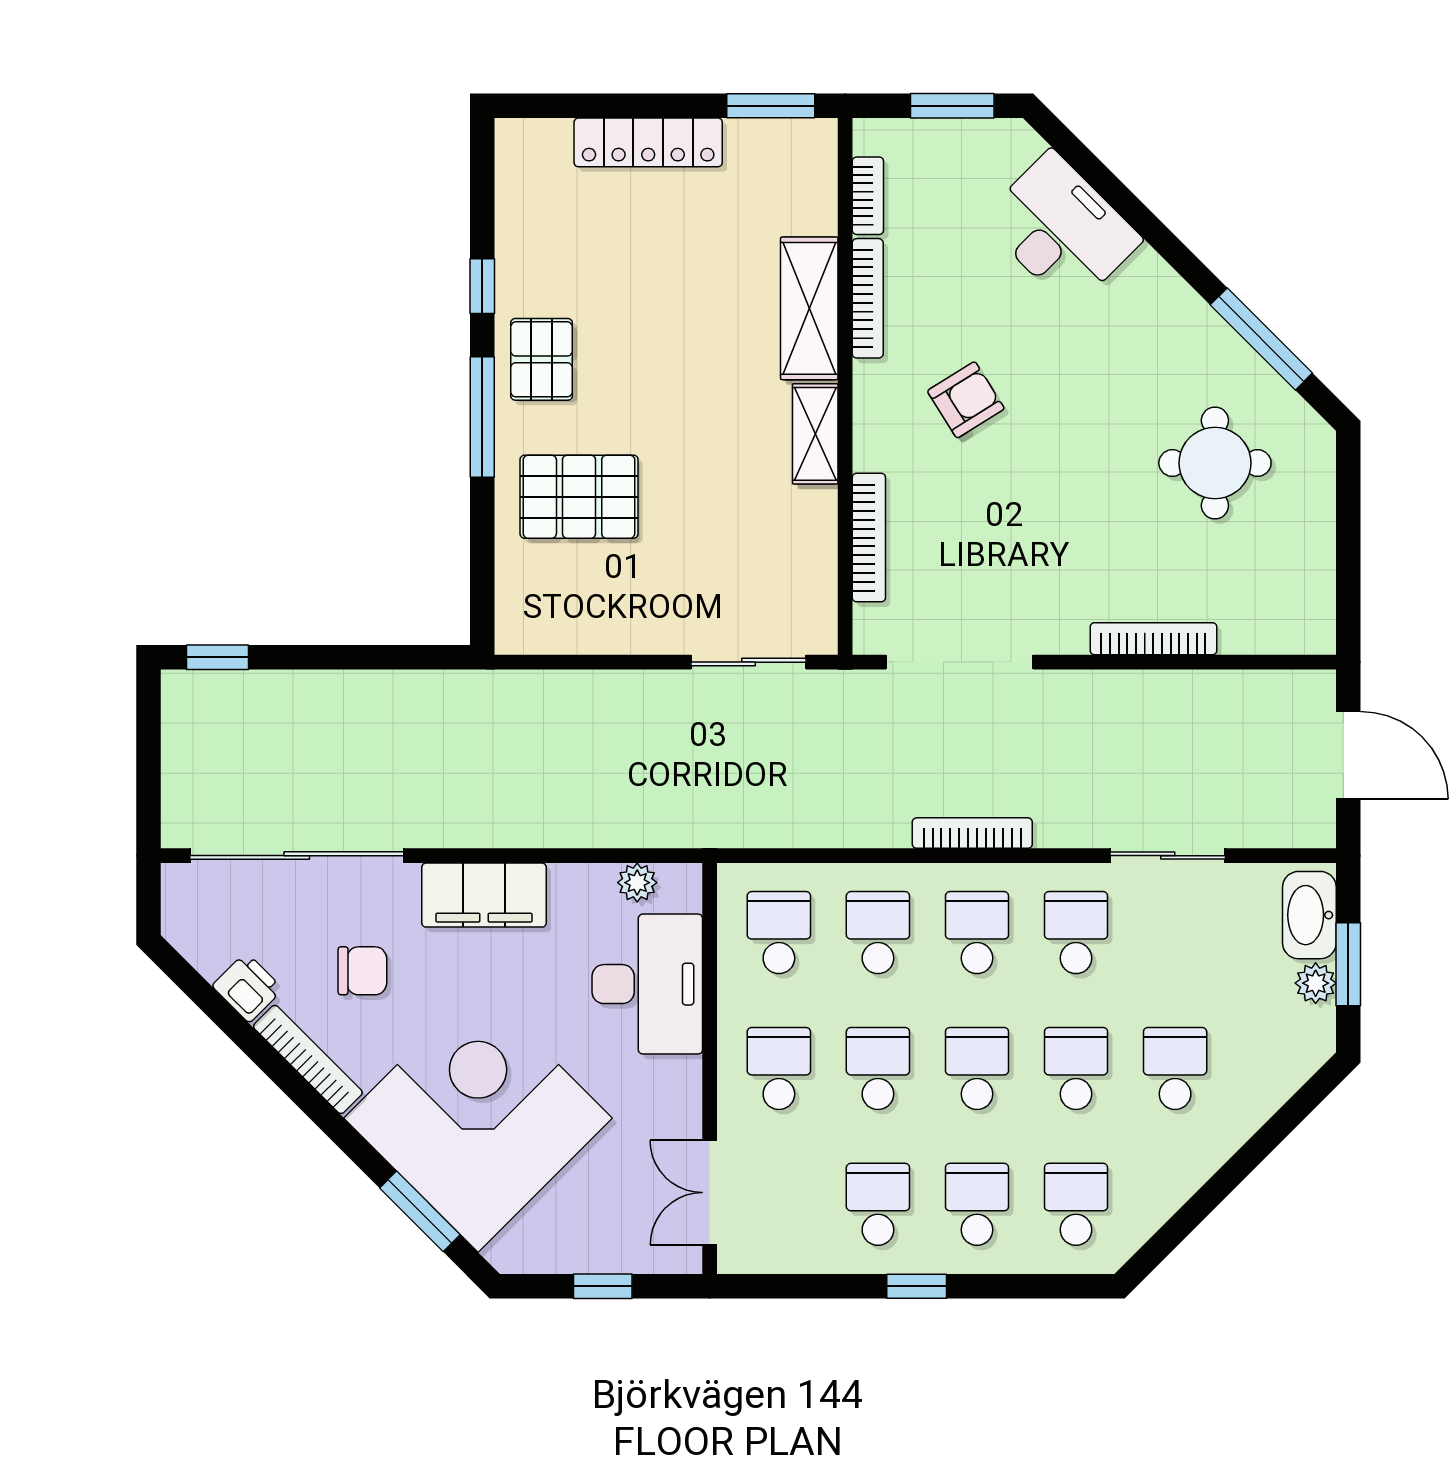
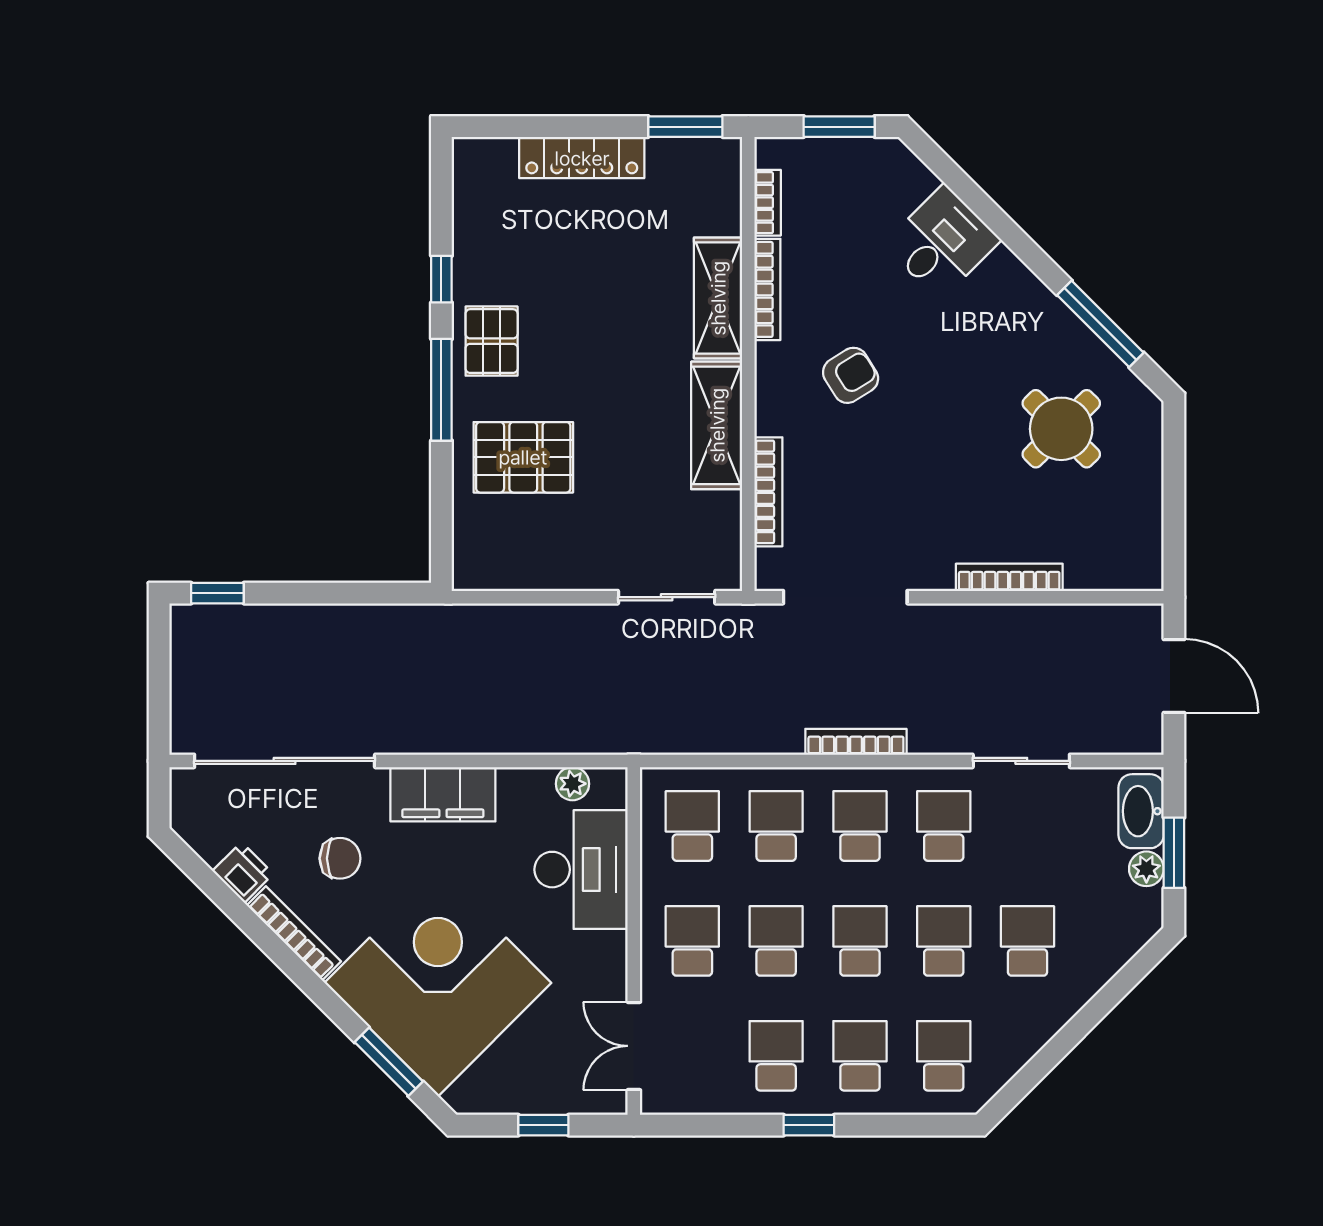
desk: (1061, 230) -> (942, 242), width x0.73
shelving: (815, 434) -> (717, 425), width x1.50, depth x1.33
round table: (1215, 463) -> (1061, 429), turned 45

